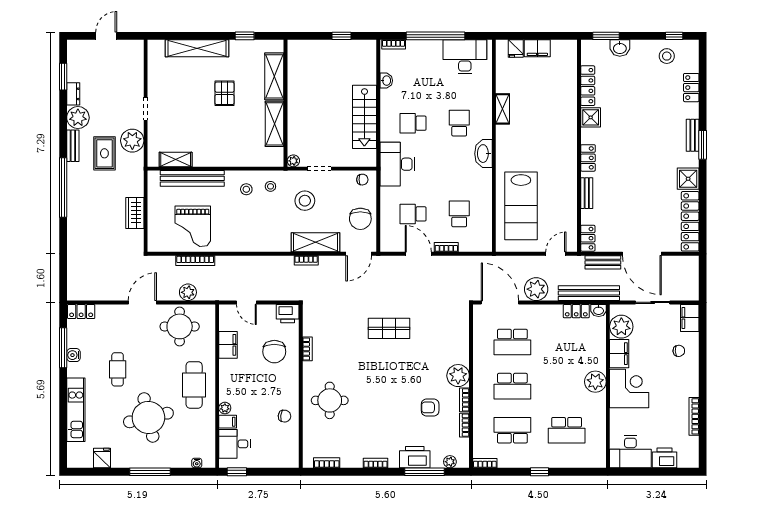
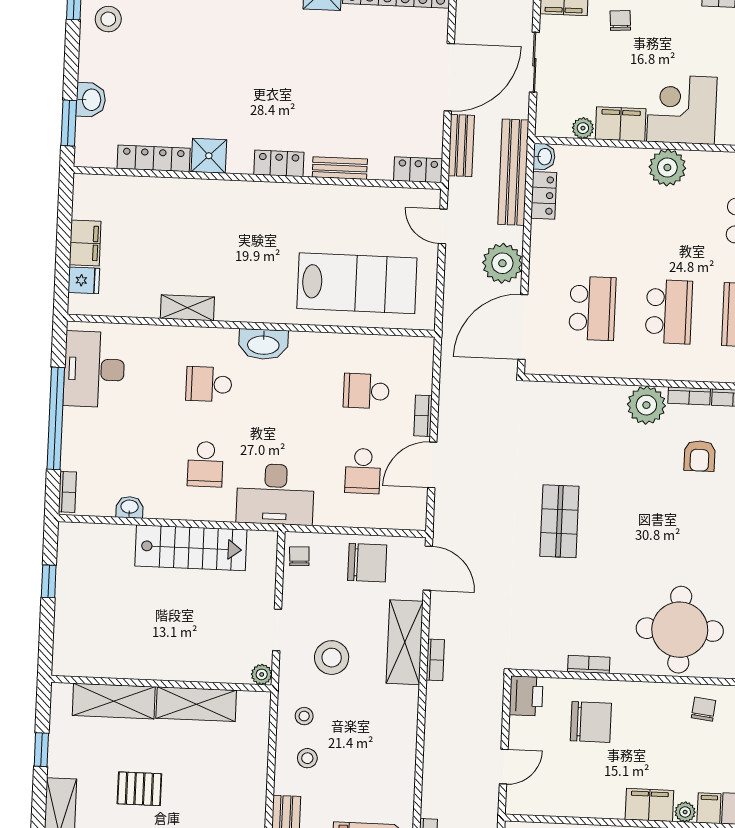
plant: (621, 327) -> (583, 128), width x0.53, depth x0.53
filing cabinet: (228, 345) -> (649, 805), moved
round table: (330, 400) -> (680, 630), width x1.36, depth x1.36

